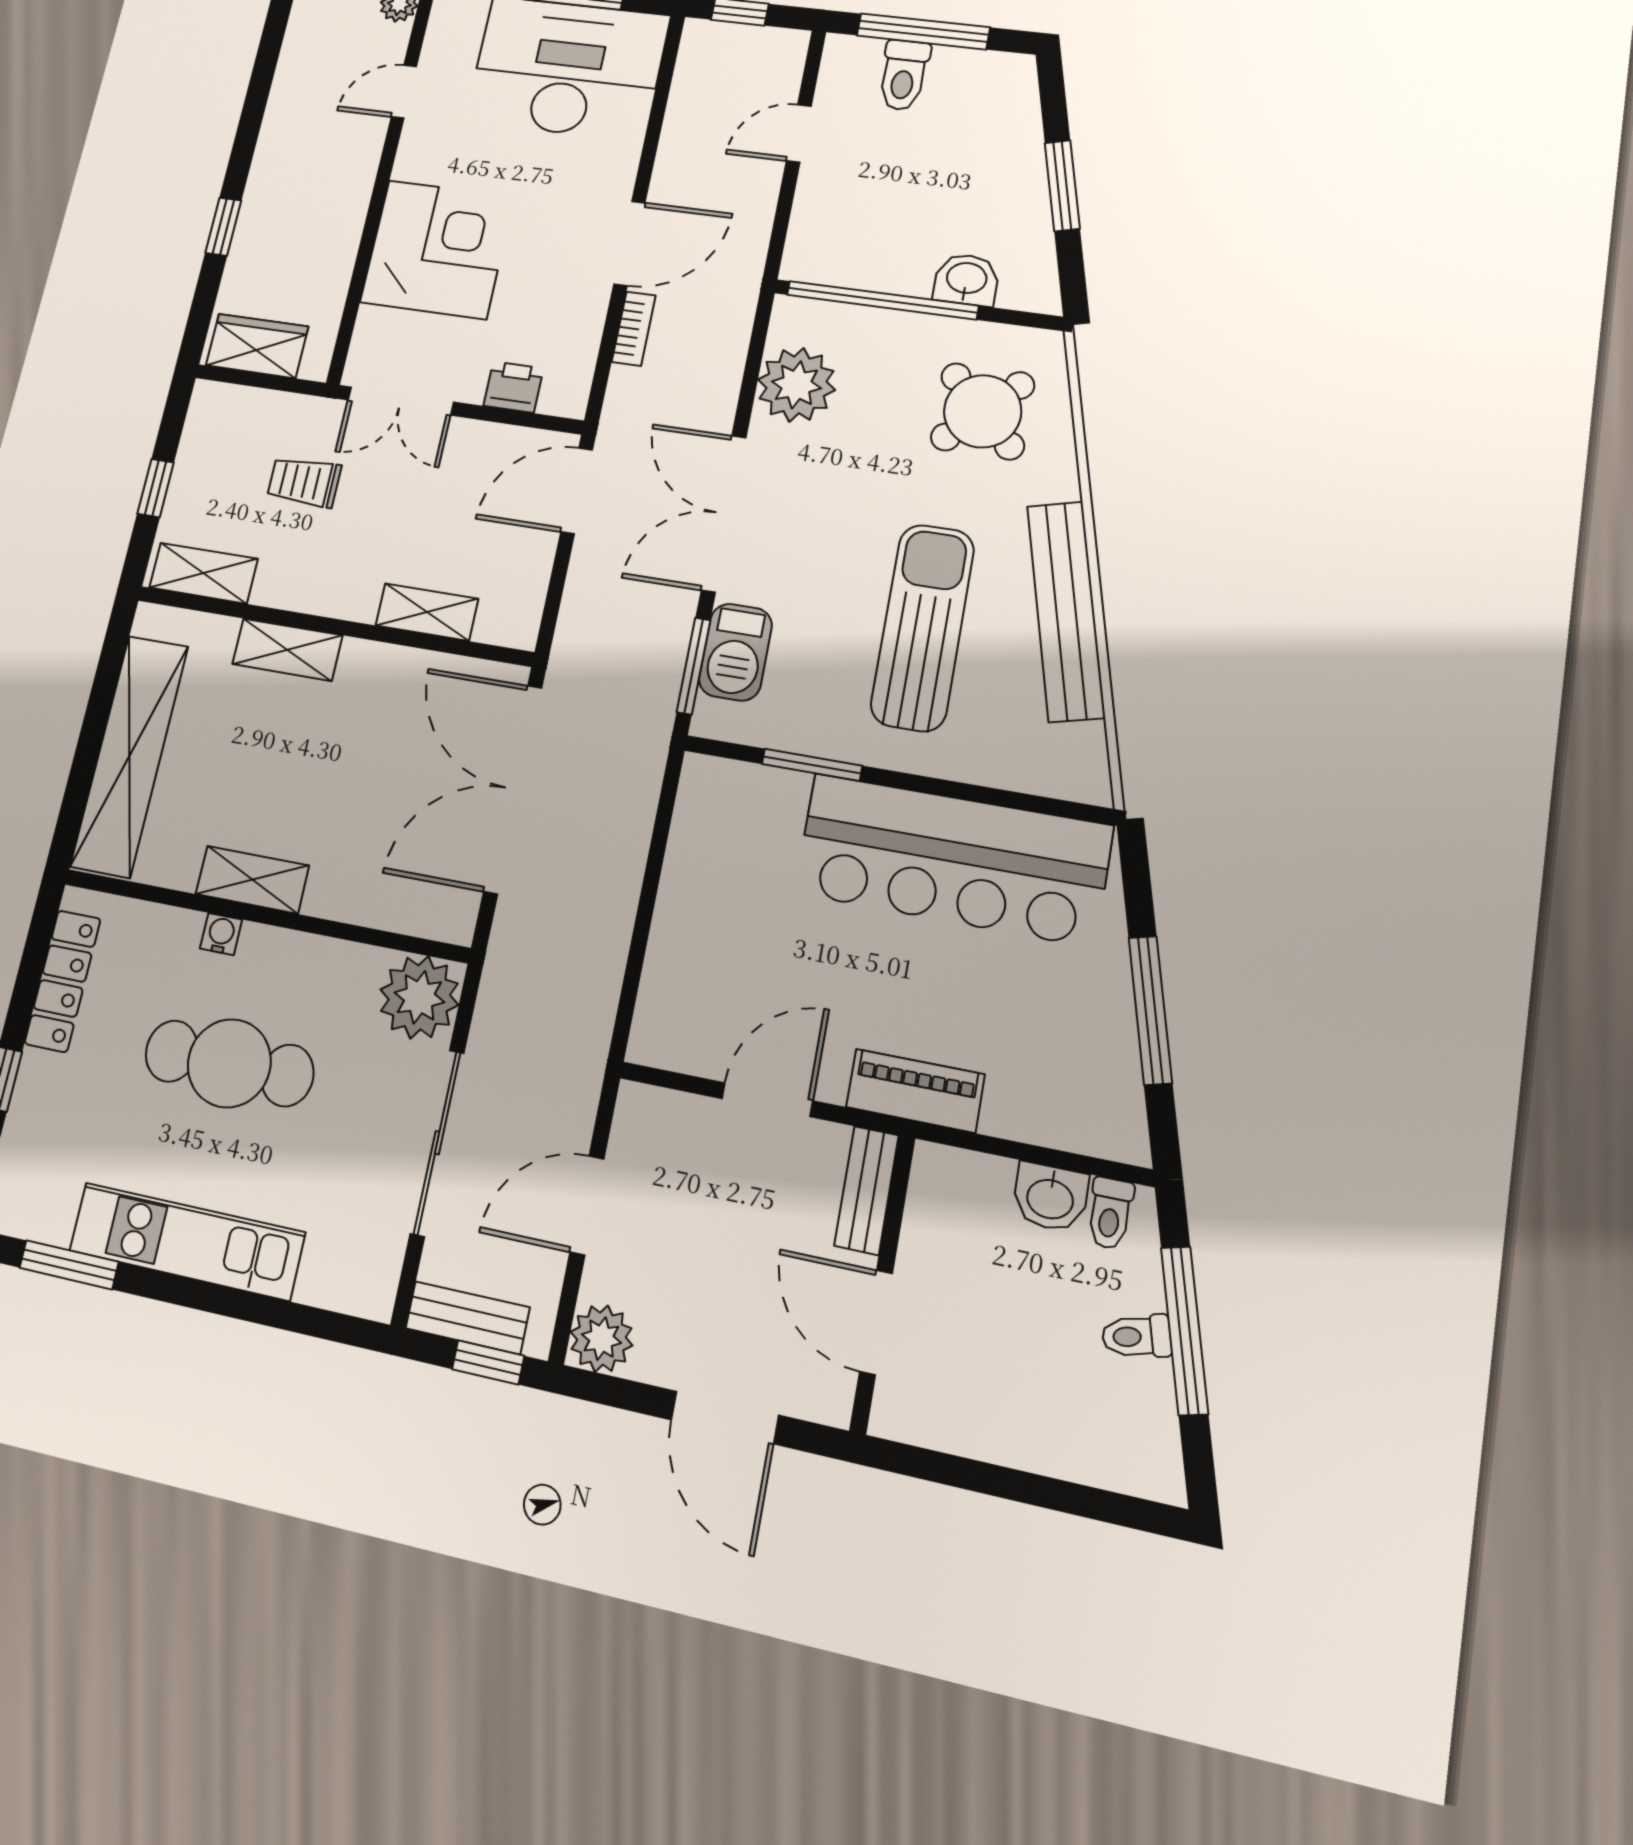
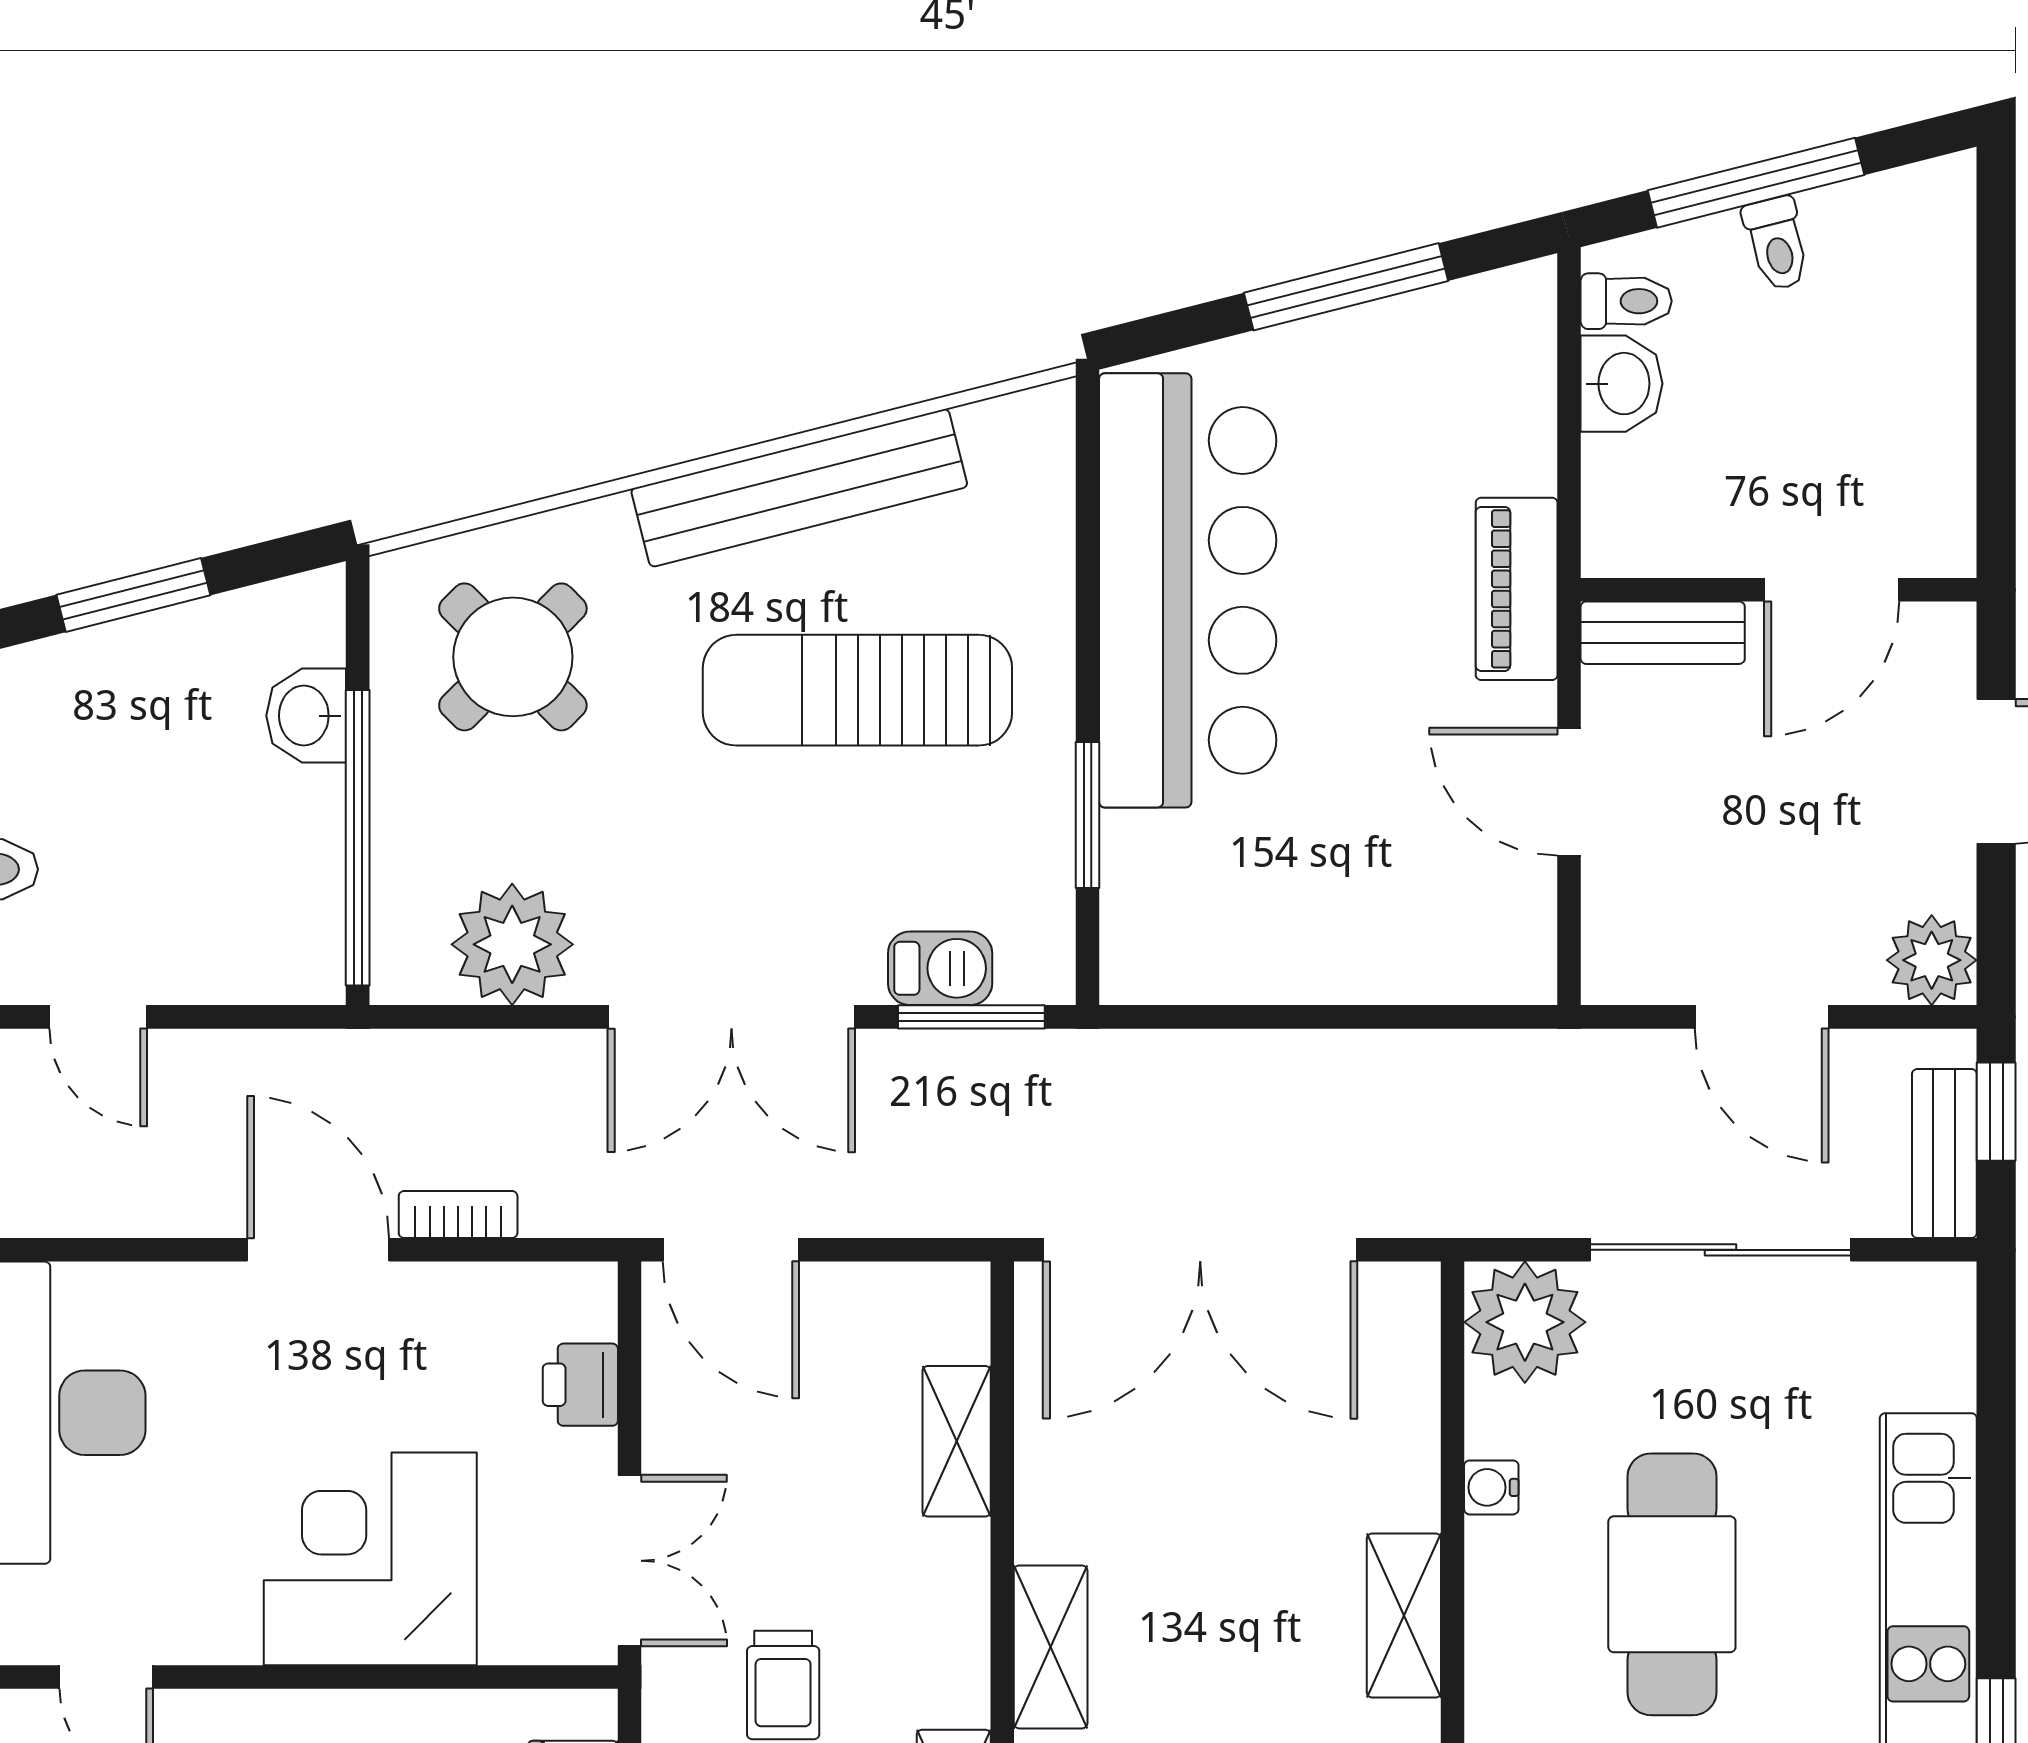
barbecue: (735, 652) -> (940, 968), width x0.73, depth x0.79
water cooler: (221, 934) -> (1491, 1487), moved

